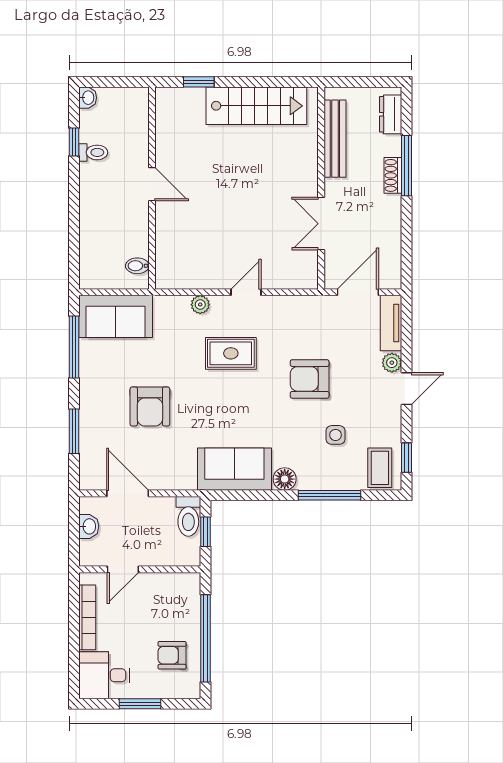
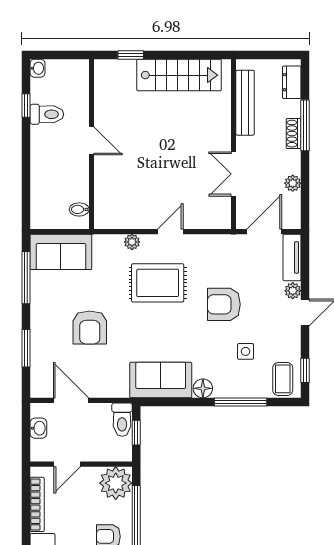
toilet: (93, 152) -> (47, 114), width x1.37, depth x1.39
plant: (392, 235) -> (293, 183), added
rug: (231, 353) -> (158, 283), width x1.36, depth x1.43
plant: (181, 592) -> (116, 483), added

